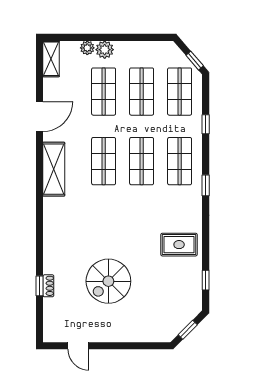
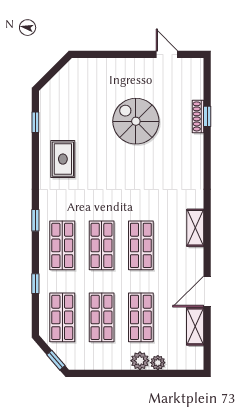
shelving: (51, 59) -> (195, 326), moved
window: (195, 61) -> (56, 360), moved
shelving: (54, 169) -> (195, 228), width x0.67, depth x0.75
rug: (179, 245) -> (63, 159), turned 90
spiral stairs: (108, 281) -> (136, 121), turned -90
shoe rack: (48, 286) -> (198, 116), width x1.43
window: (188, 330) -> (54, 71), removed

